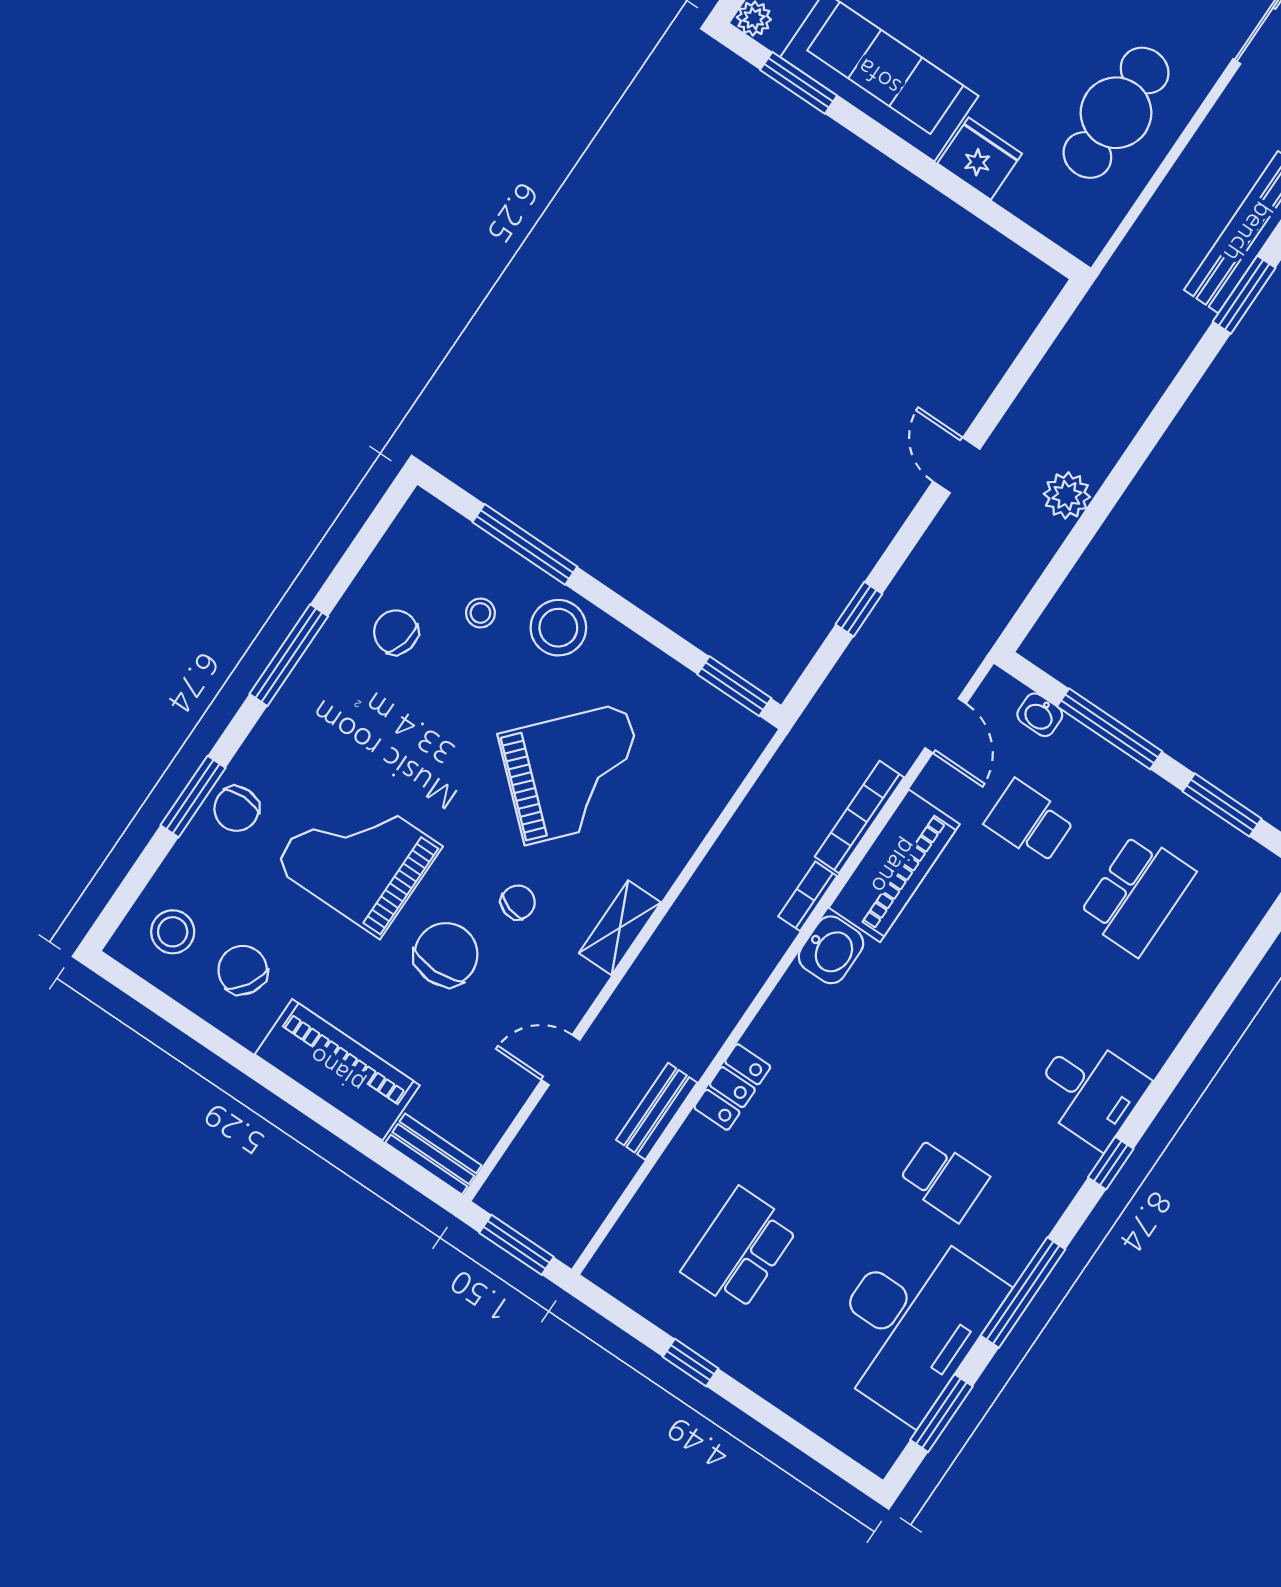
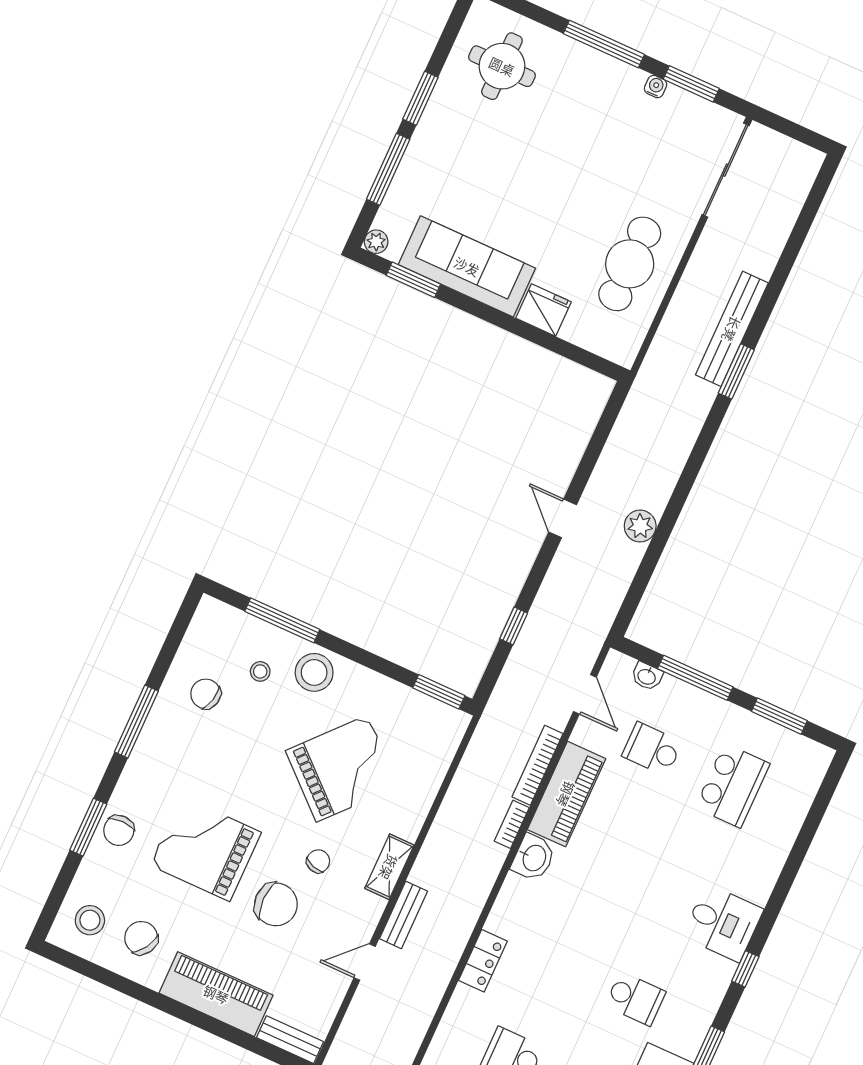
chair: (446, 954) -> (276, 904), turned 90
bench: (657, 1111) -> (403, 915), moved

